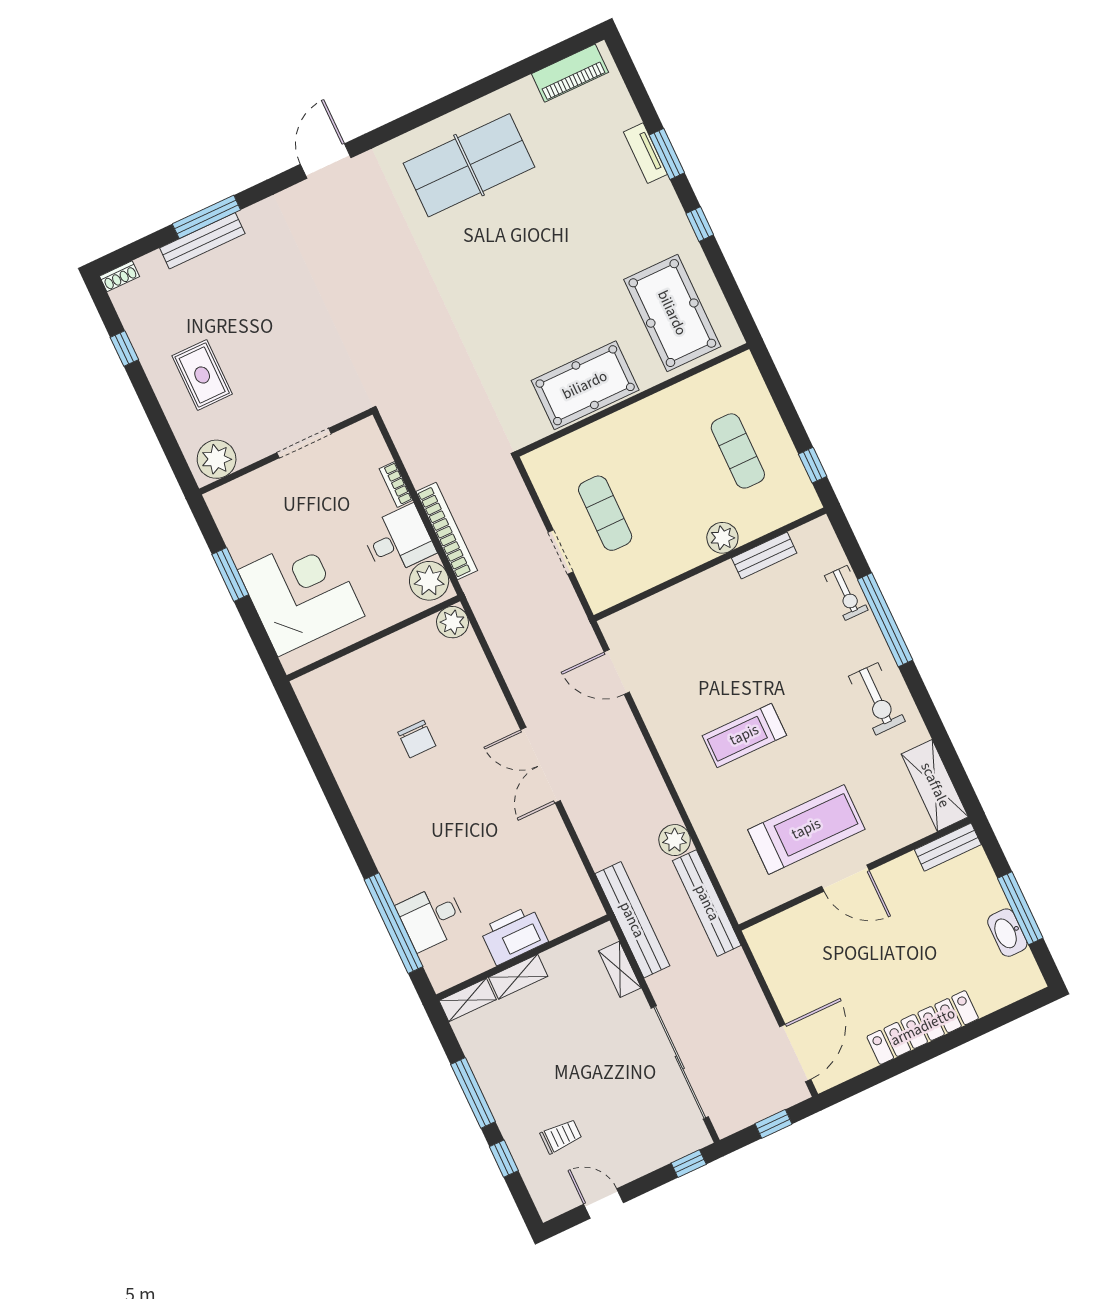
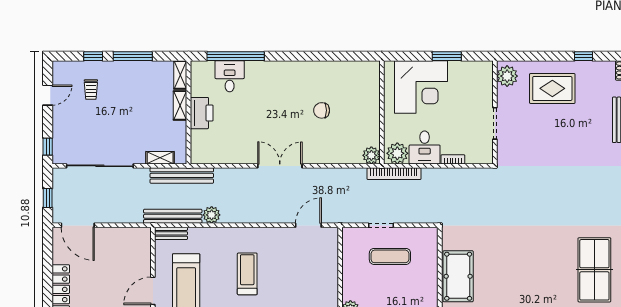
rug: (202, 375) -> (552, 88), width x1.36, depth x1.43
bookcase: (447, 531) -> (394, 174), moved
bench: (736, 893) -> (171, 233), added

